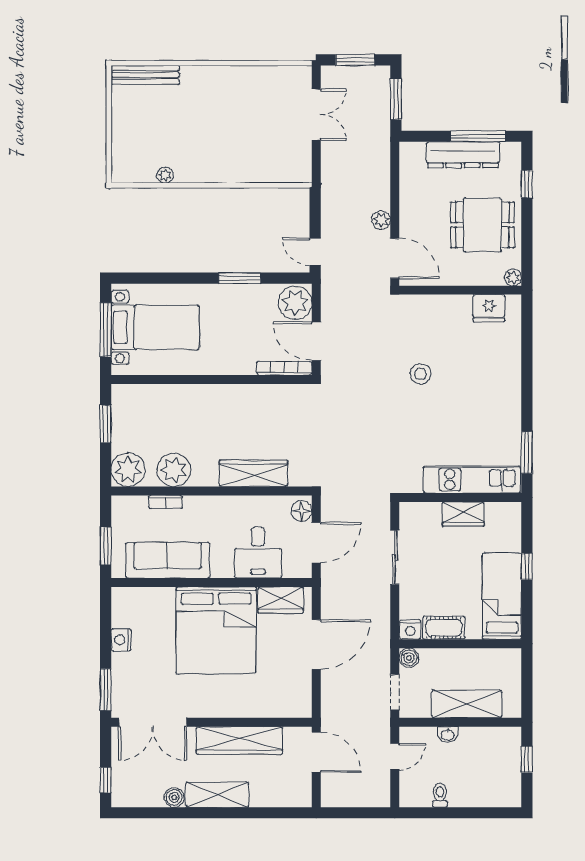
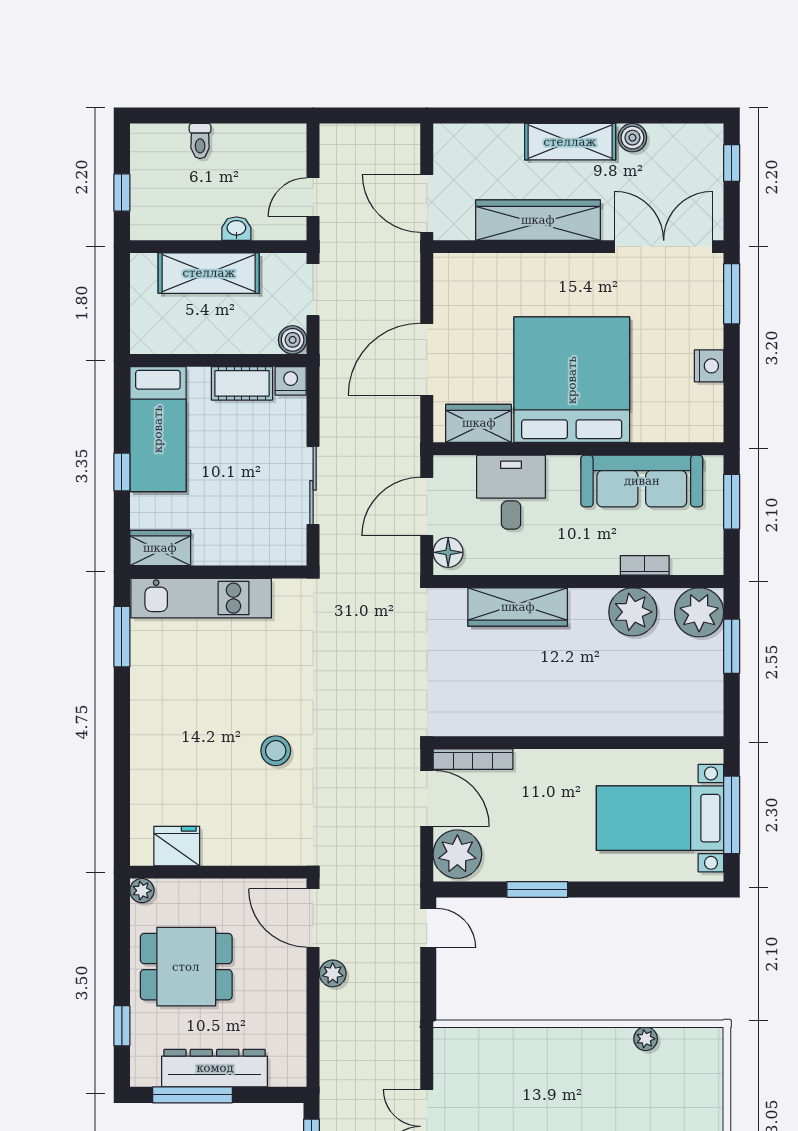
window: (106, 424) -> (732, 646), moved
wardrobe: (463, 514) -> (160, 548), moved
toilet: (440, 795) -> (200, 141), moved

